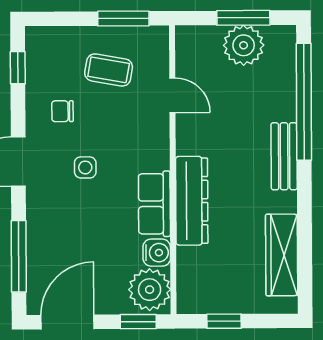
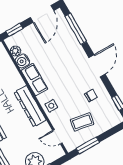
door: (172, 95) -> (57, 137), moved
side table: (85, 167) -> (51, 106), moved
dresser: (192, 201) -> (30, 106), moved
plant: (150, 290) -> (15, 51), width x0.53, depth x0.53

